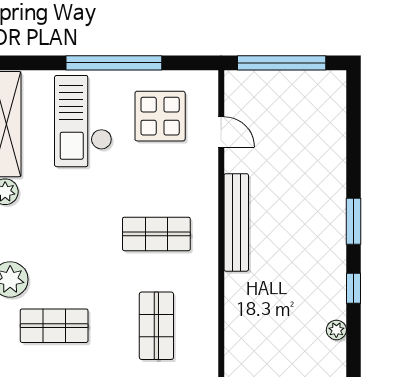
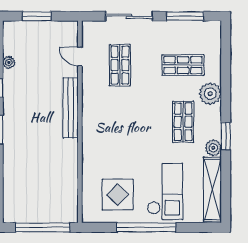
door: (221, 132) -> (80, 57), moved
bench: (236, 222) -> (71, 108), moved
shop shelf: (156, 234) -> (183, 122), moved, turned 90

